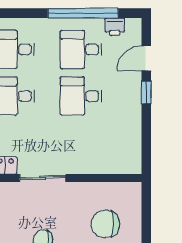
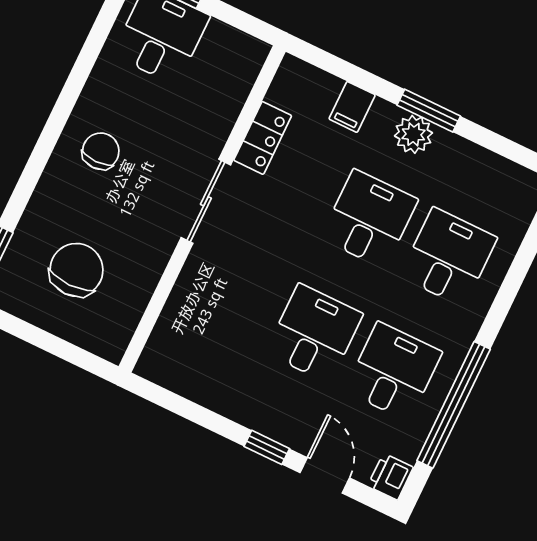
printer: (115, 27) -> (390, 477), moved

